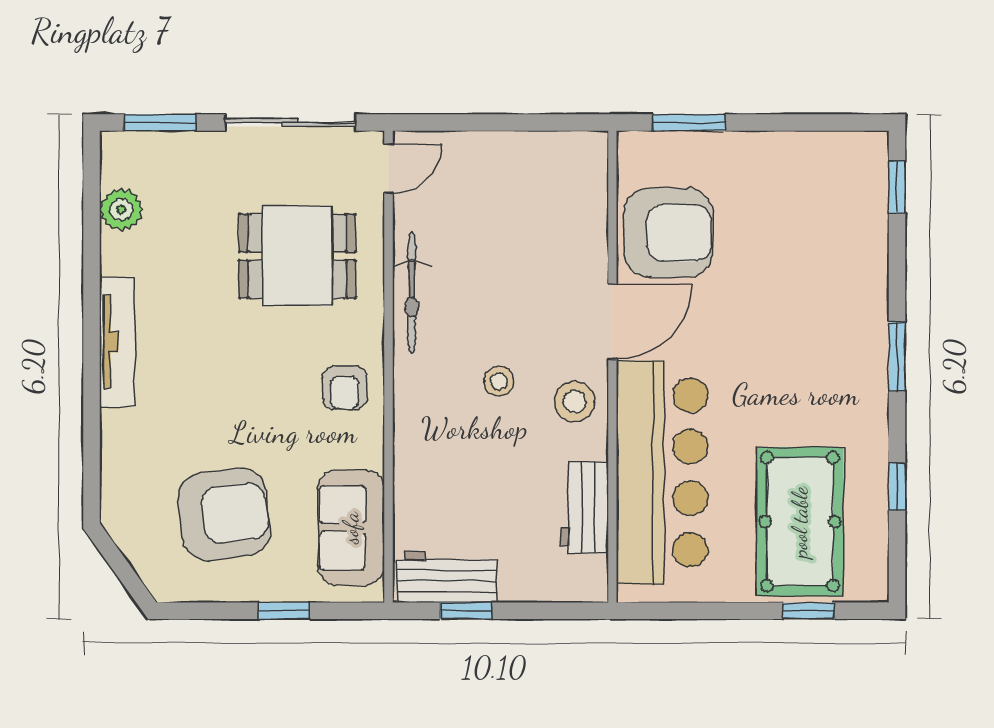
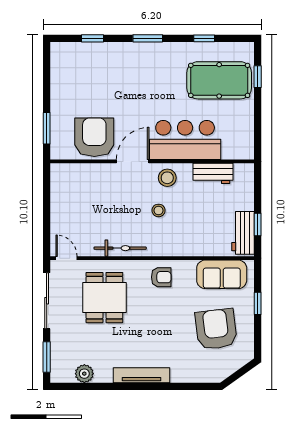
window: (897, 187) -> (93, 38), moved
door: (612, 322) -> (133, 161), hinge flipped
bar counter: (662, 472) -> (185, 140), width x0.73

